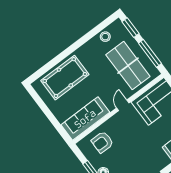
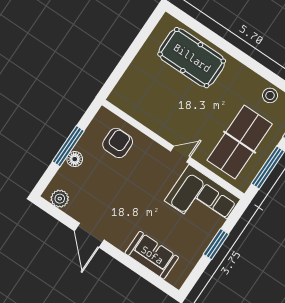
sofa: (85, 119) -> (143, 107), removed
armchair: (102, 142) -> (118, 143), turned 90

